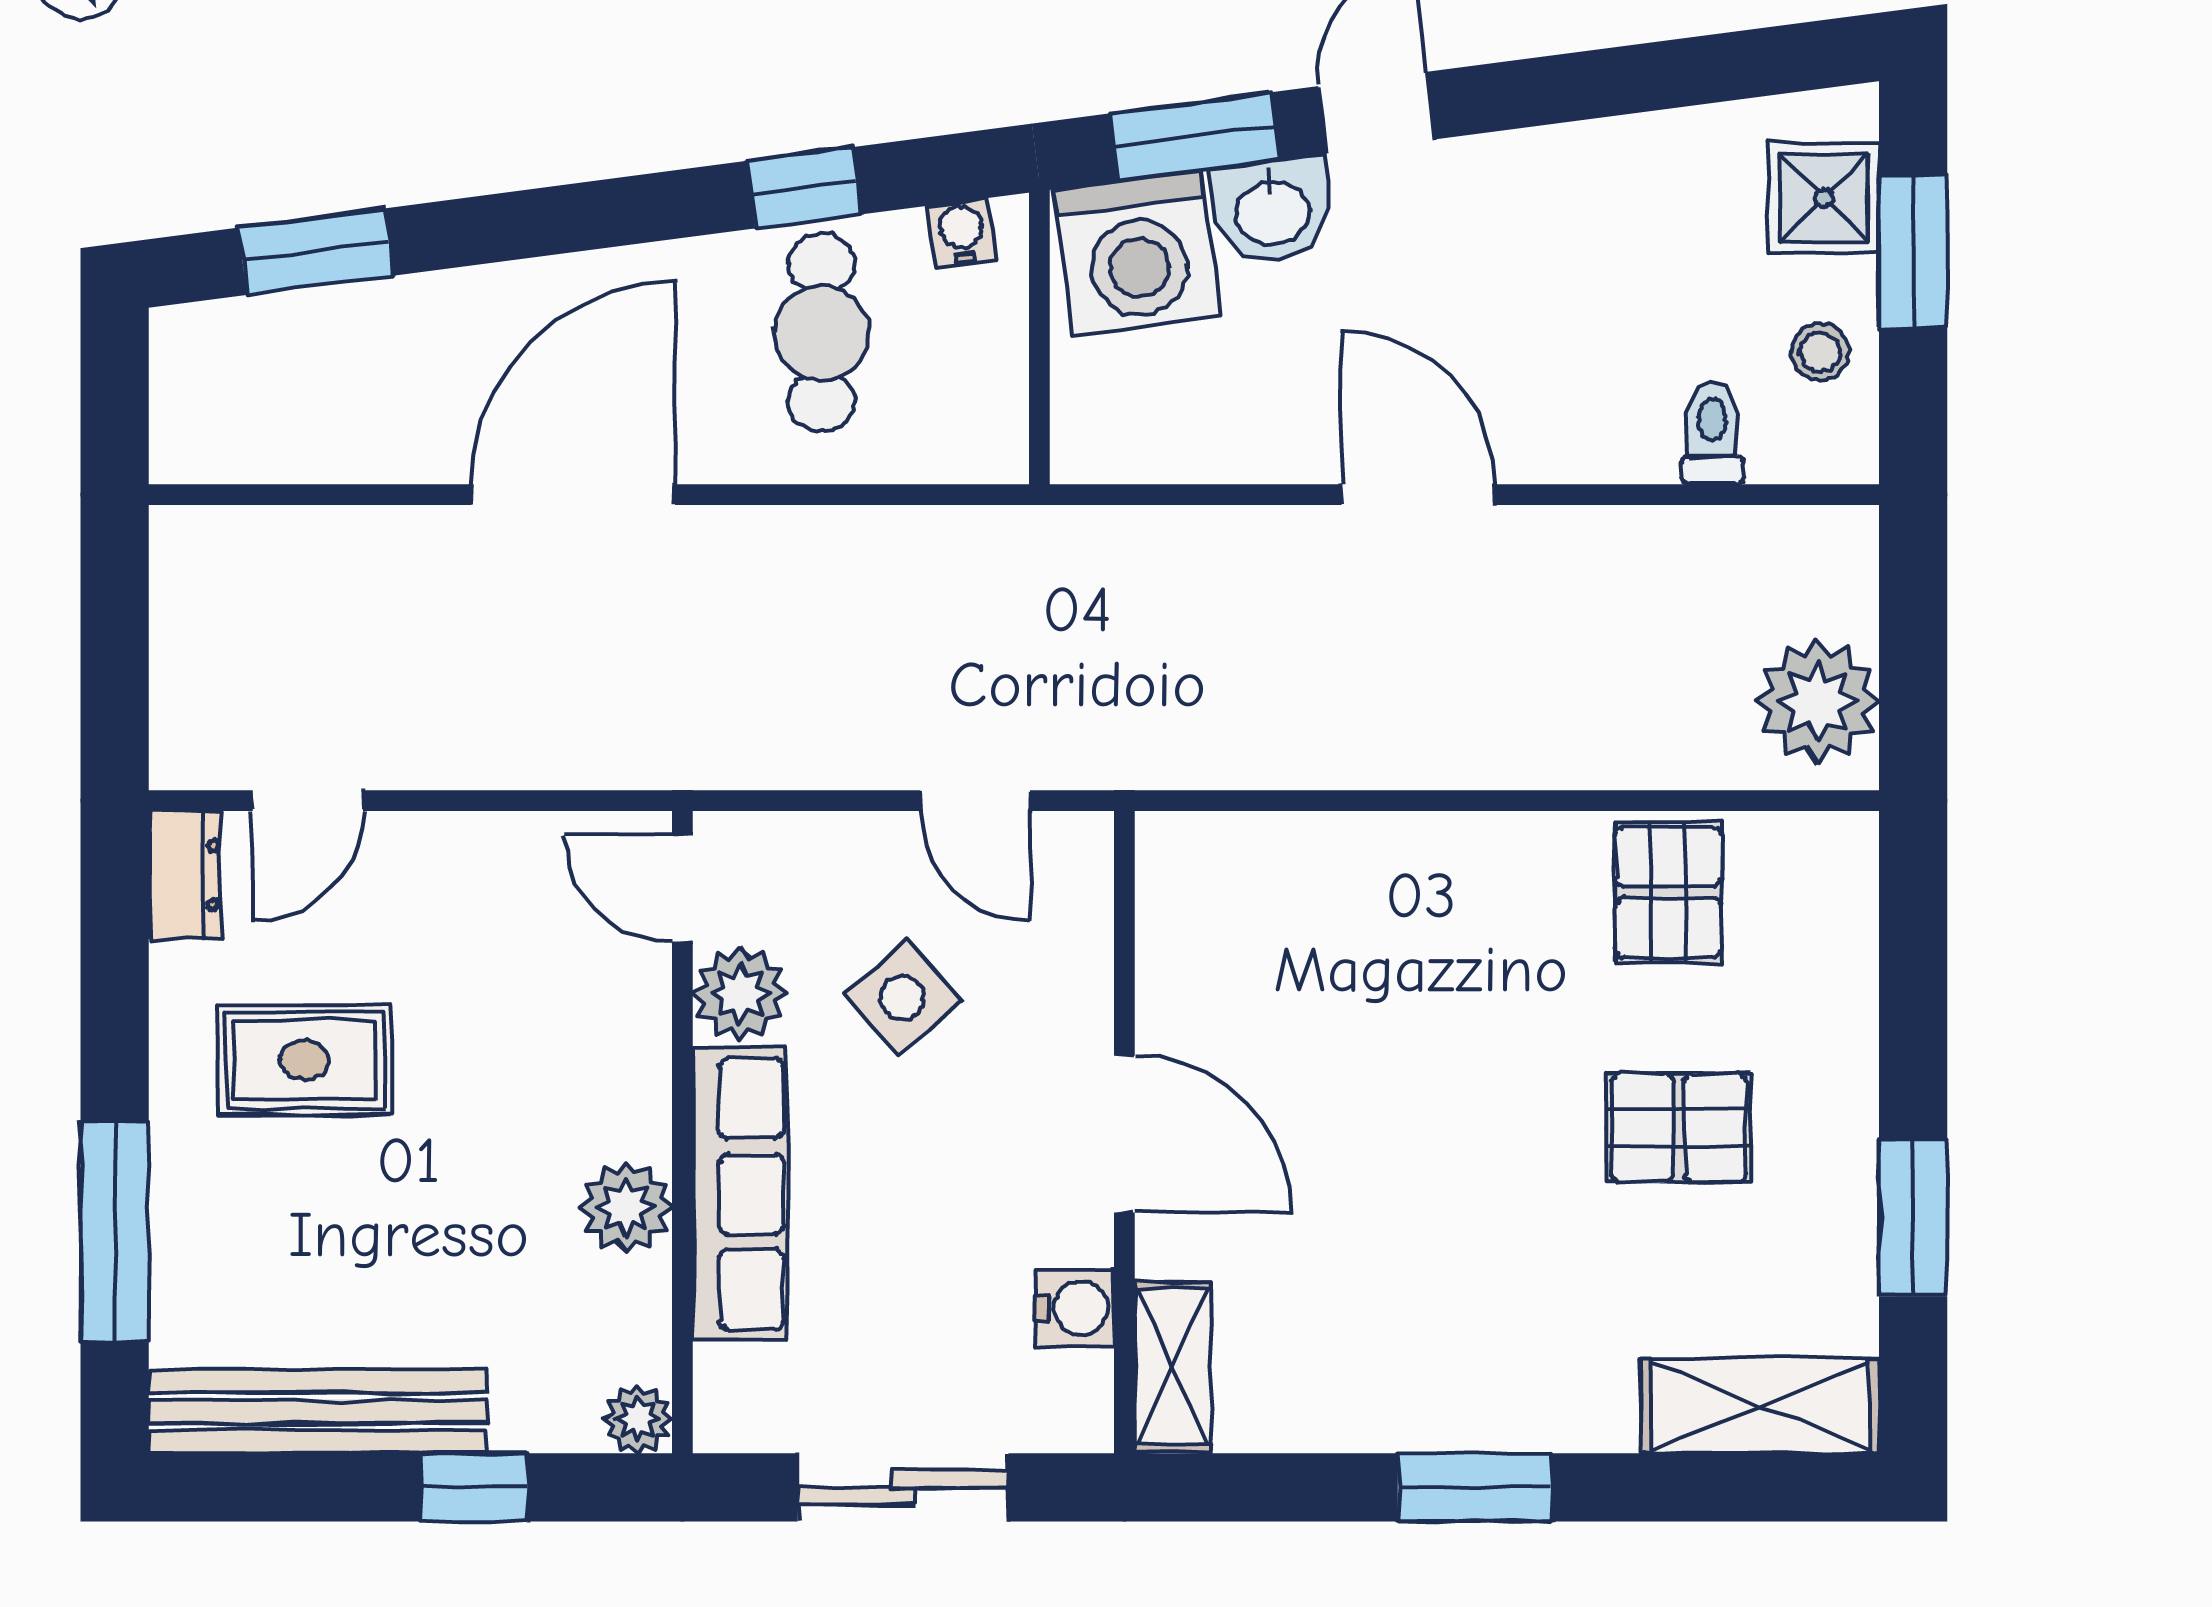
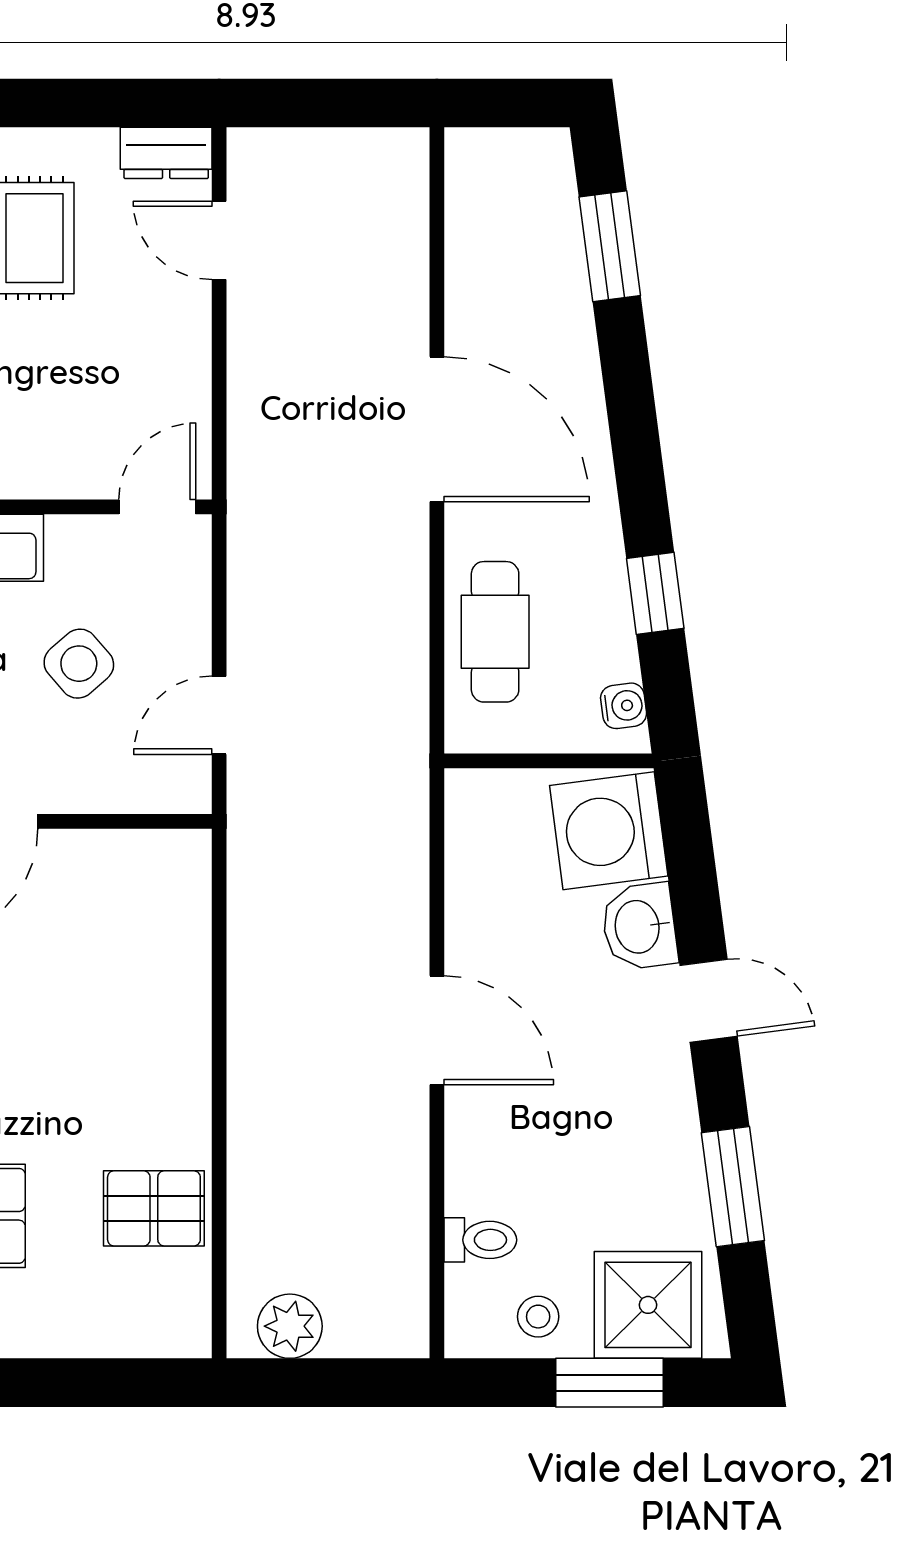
window: (1194, 137) -> (733, 1187), moved
shower: (1824, 198) -> (648, 1305), width x1.36, depth x1.36
cafe table: (821, 333) -> (495, 632), moved, turned 90
door: (1418, 495) -> (437, 1030), hinge flipped
plant: (1817, 701) -> (290, 1326), width x0.73, depth x0.73
plant: (740, 993) -> (82, 548), removed

